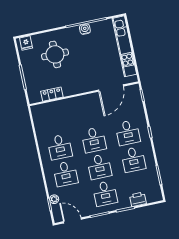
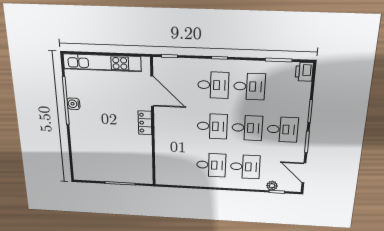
fridge: (26, 43) -> (81, 171), removed
round table: (55, 54) -> (99, 144), removed
locker: (52, 94) -> (145, 123), moved
printer: (138, 199) -> (304, 72), moved
door: (72, 220) -> (304, 173), hinge flipped

